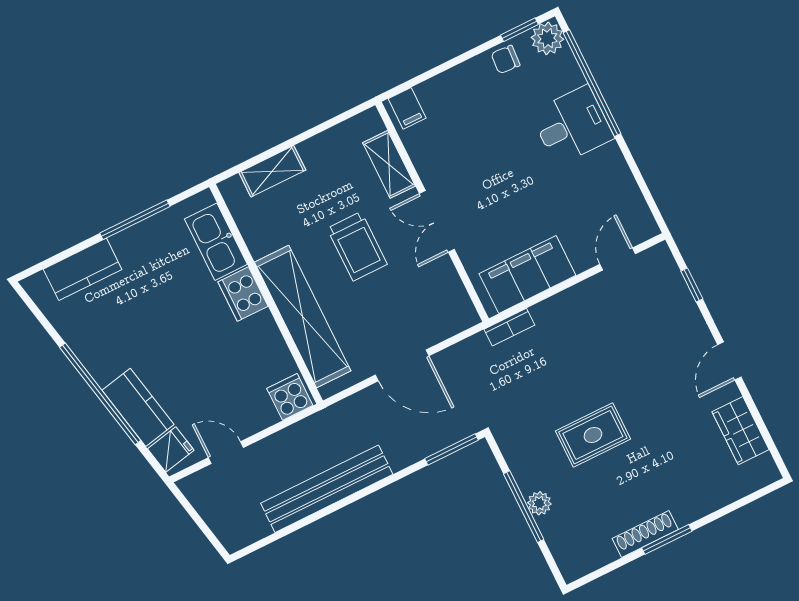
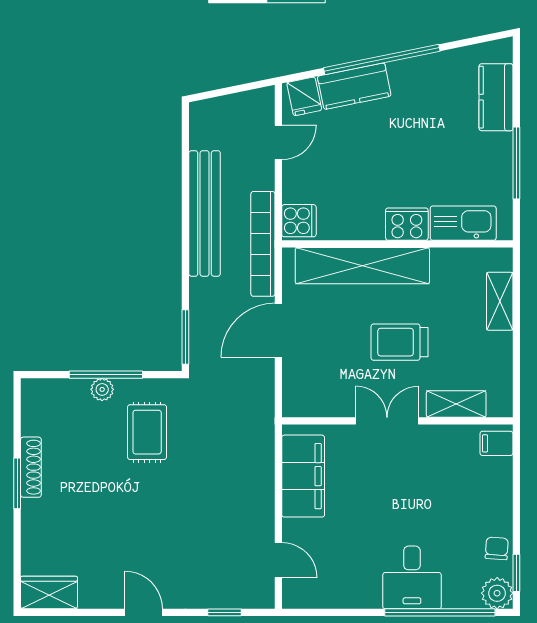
bookcase: (509, 327) -> (263, 244), moved, width x2.31, depth x1.31
wardrobe: (741, 431) -> (49, 593), moved
rug: (593, 435) -> (147, 432), moved

